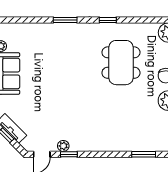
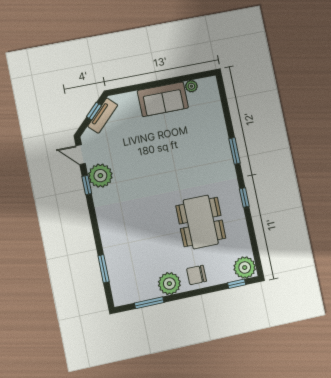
dining table: (121, 63) -> (201, 222), turned 90
plant: (63, 146) -> (100, 176), width x1.88, depth x1.88

